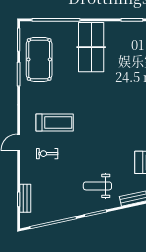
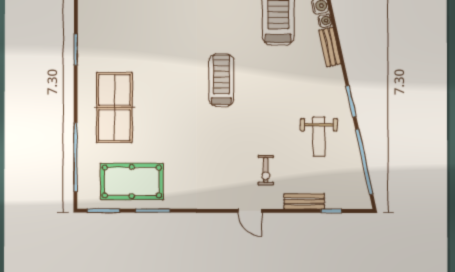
table tennis table: (91, 47) -> (114, 107), turned 90
treadmill: (55, 123) -> (221, 80), moved
weight bench: (97, 186) -> (319, 137), moved
bench: (25, 198) -> (304, 201), moved

